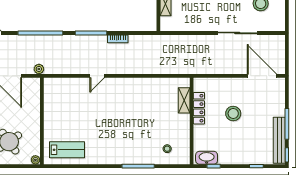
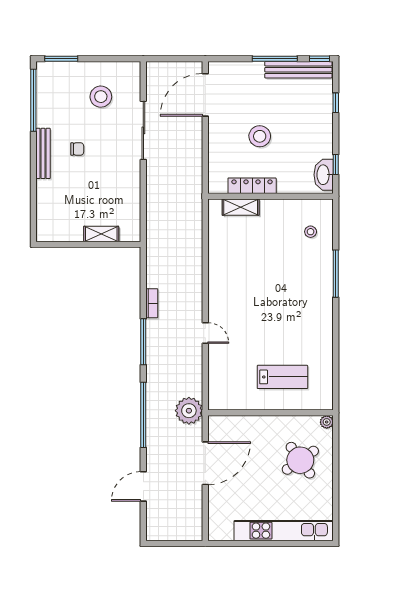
plant: (39, 69) -> (189, 411), width x1.88, depth x1.88
lab bench: (67, 150) -> (282, 377), moved, turned 90

